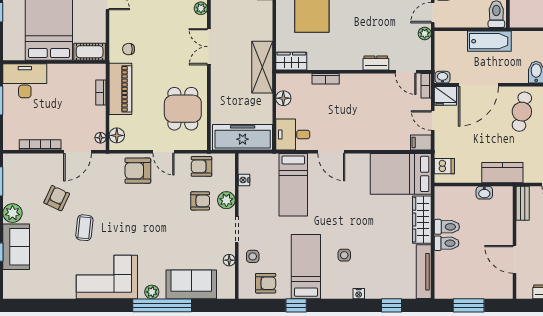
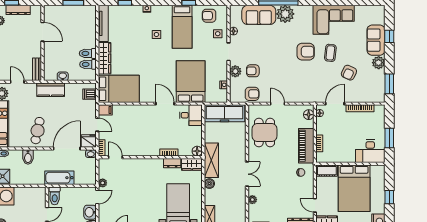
boiler: (265, 32) -> (209, 184), added
dresser: (376, 63) -> (172, 163), moved
floor lamp: (283, 98) -> (197, 151), moved
armchair: (138, 171) -> (306, 52), moved
bed: (293, 185) -> (191, 82), width x1.50
toilet: (447, 243) -> (88, 64), moved
corner sofa: (107, 277) -> (334, 20), moved
plant: (152, 292) -> (285, 14), width x1.87, depth x1.87

